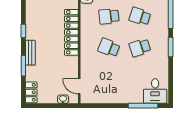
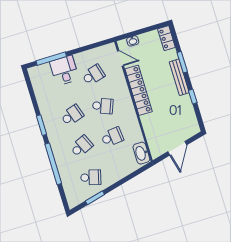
school desk: (140, 16) -> (81, 146), turned -42
locker: (71, 32) -> (139, 90), moved
bench: (30, 53) -> (179, 77), width x1.36
school desk: (109, 79) -> (93, 75), added
desk: (155, 91) -> (64, 70), moved

